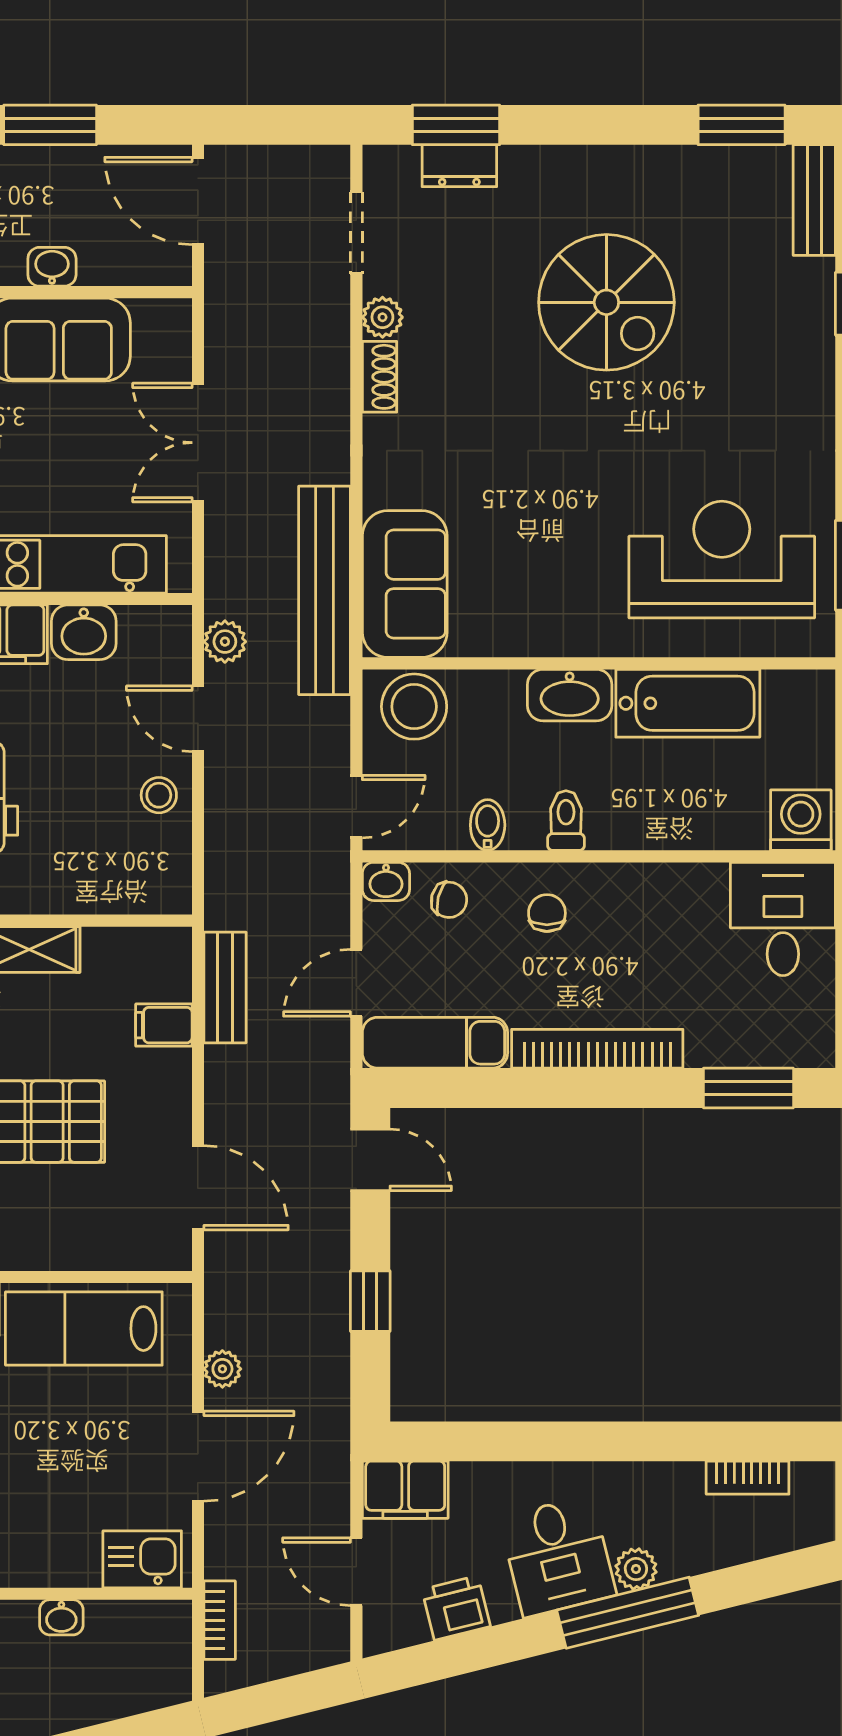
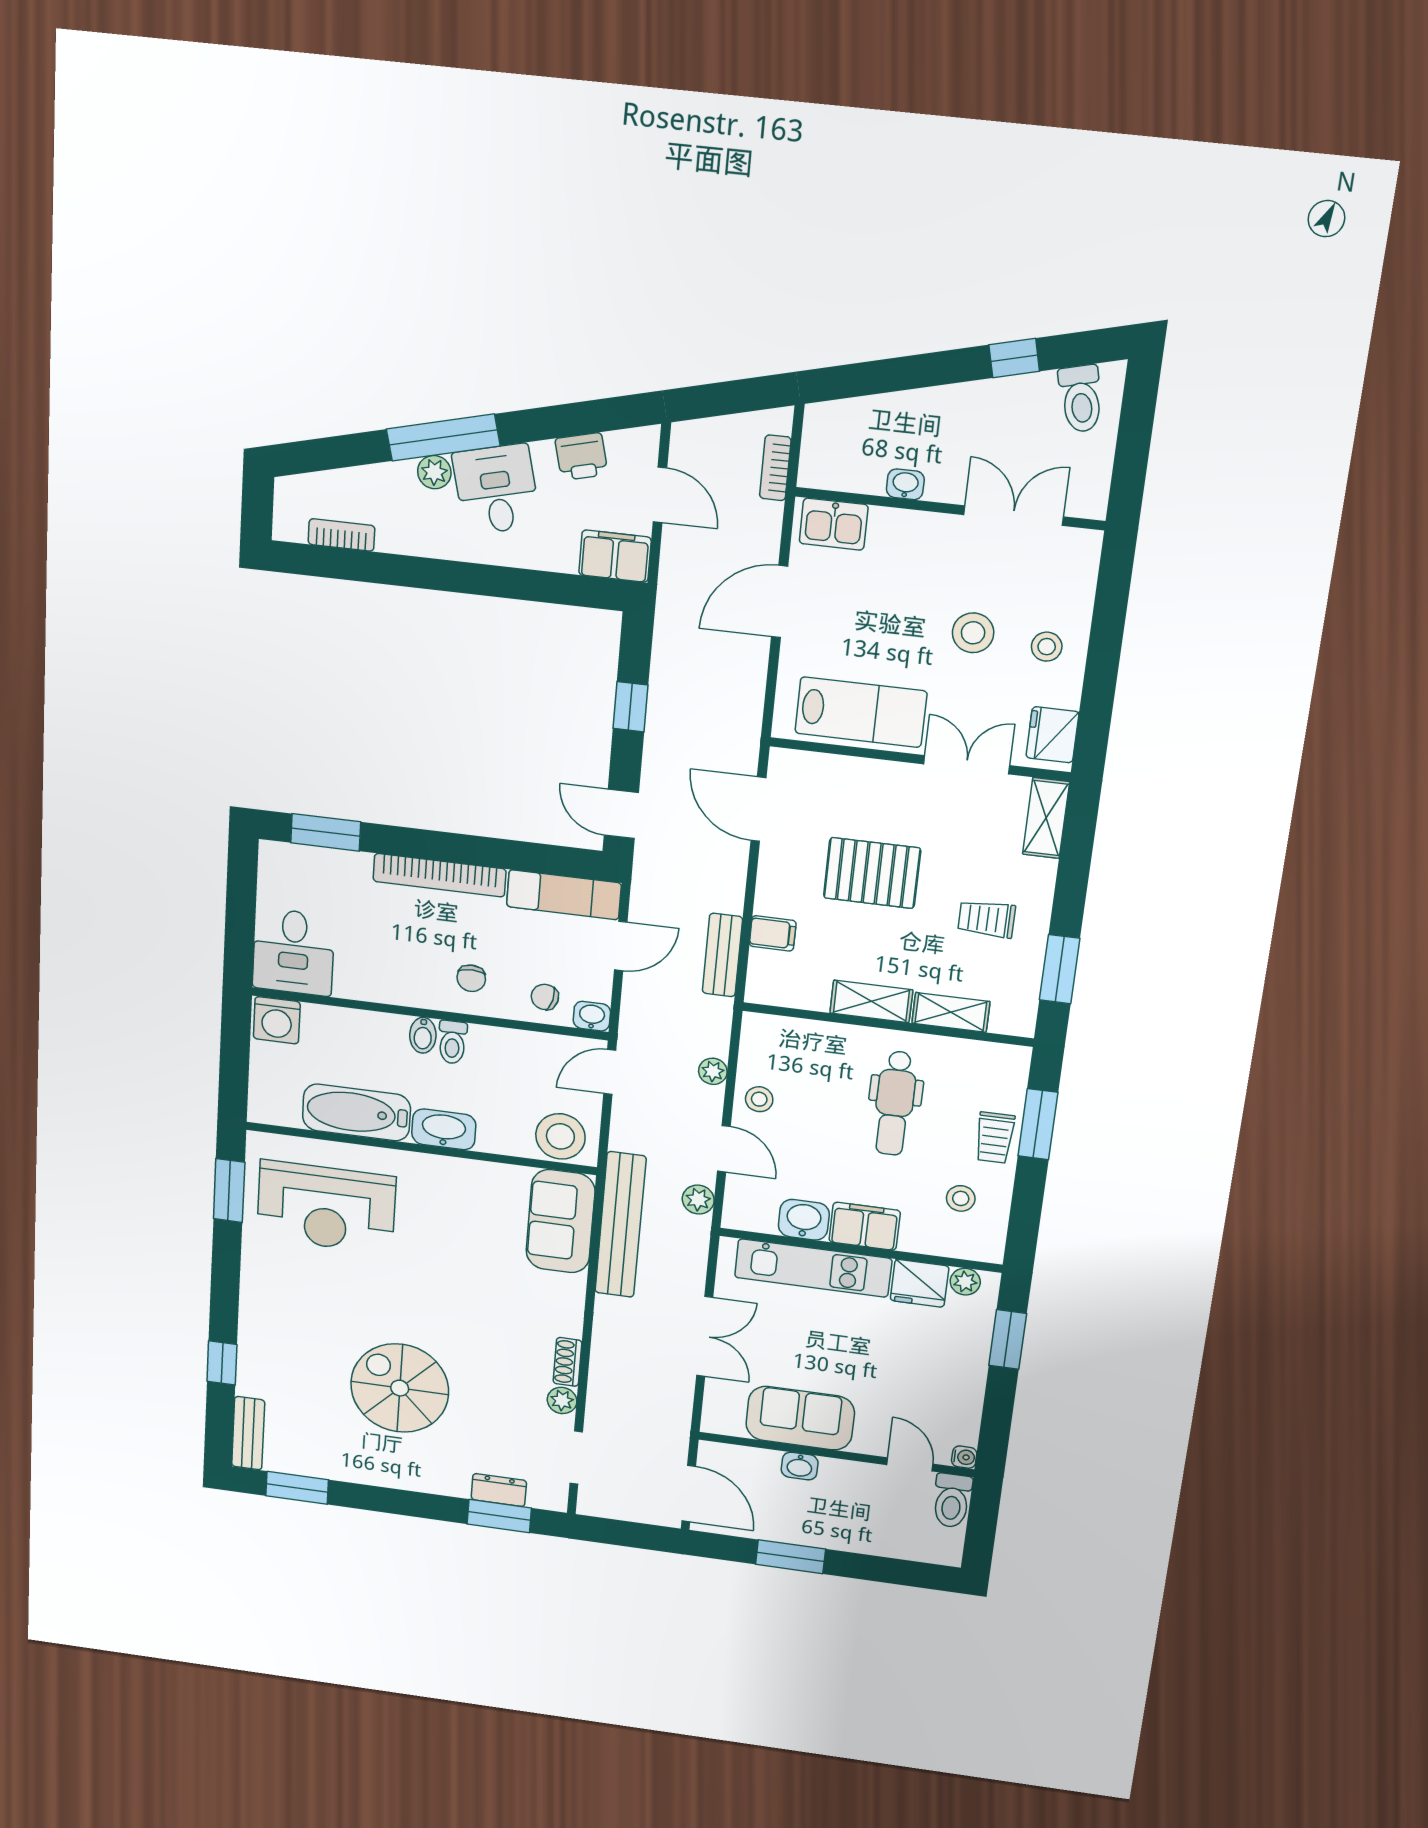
bidet: (488, 825) -> (423, 1035), moved
plant: (222, 1369) -> (713, 1071), moved

